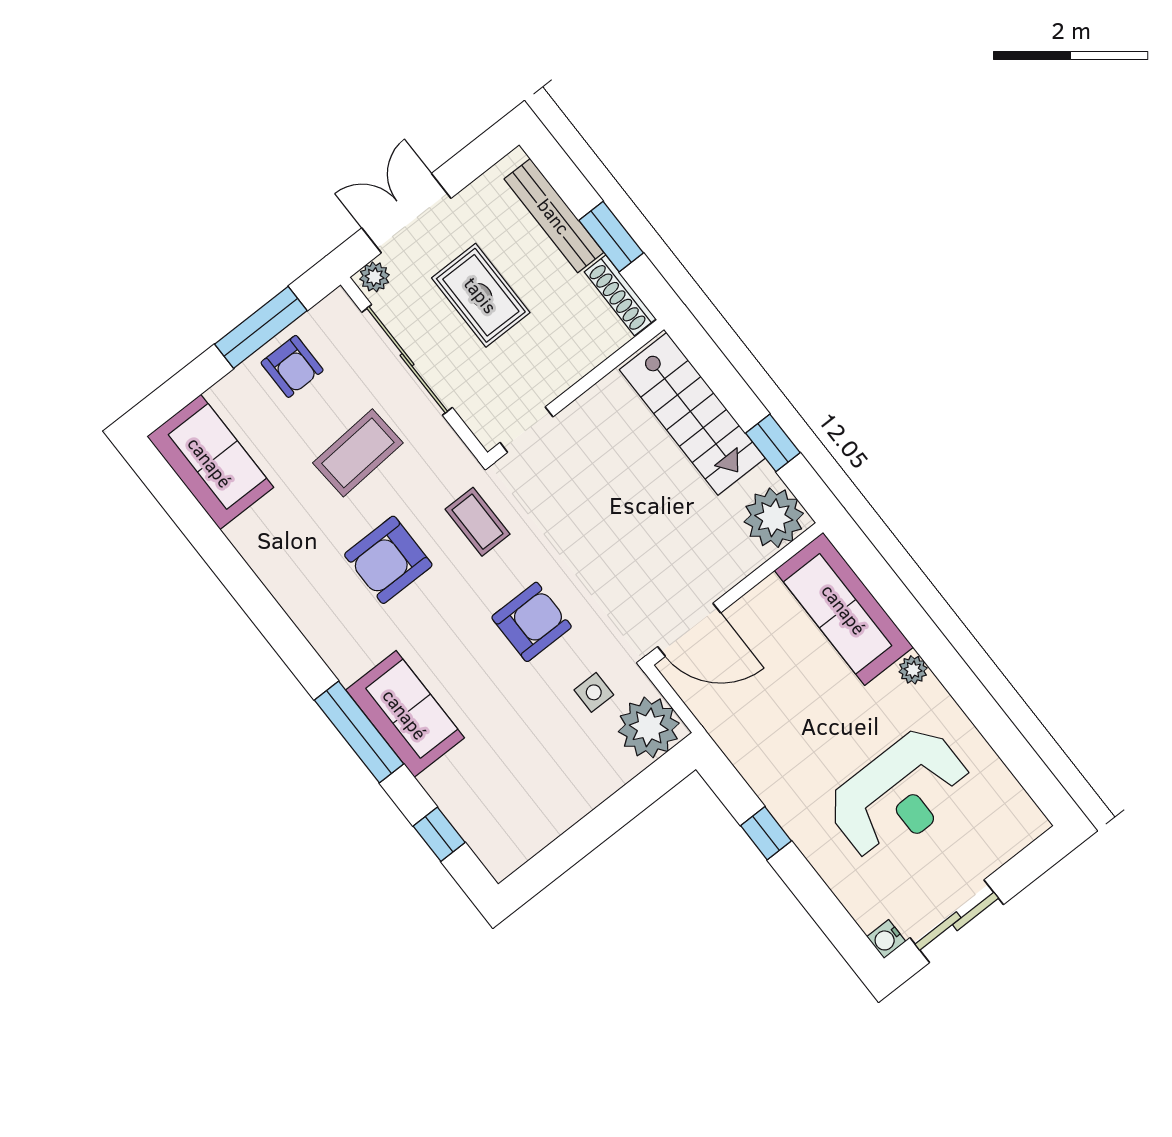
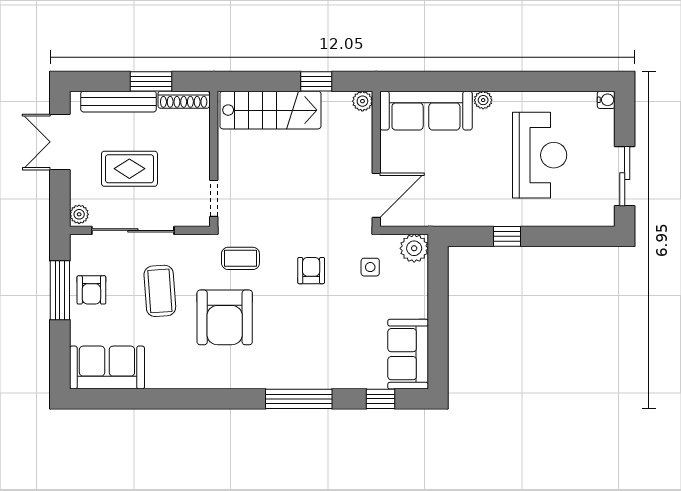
double door: (406, 213) -> (60, 142), moved
armchair: (292, 366) -> (91, 290), turned 90
plant: (774, 518) -> (362, 101), width x0.53, depth x0.53
armchair: (388, 560) -> (225, 317), width x1.36, depth x1.36
armchair: (532, 622) -> (311, 271), width x0.72, depth x0.72
sofa: (405, 714) -> (408, 354), moved, turned -90
plant: (649, 727) -> (414, 248), width x0.73, depth x0.73
water cooler: (886, 939) -> (606, 100), moved, turned -90

